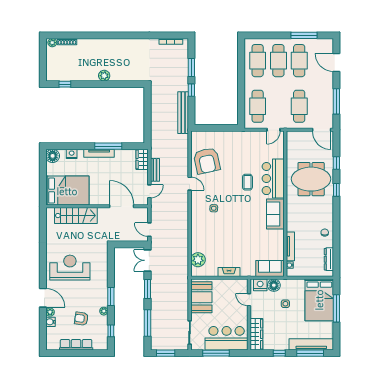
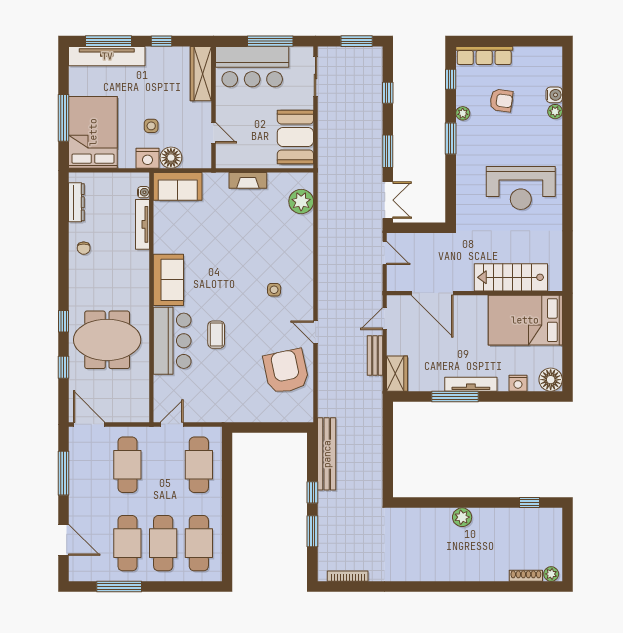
nightstand: (260, 285) -> (148, 158), moved
door: (43, 298) -> (567, 136), removed
window: (148, 323) -> (388, 93), width x0.46
row of seats: (76, 345) -> (484, 55), moved

